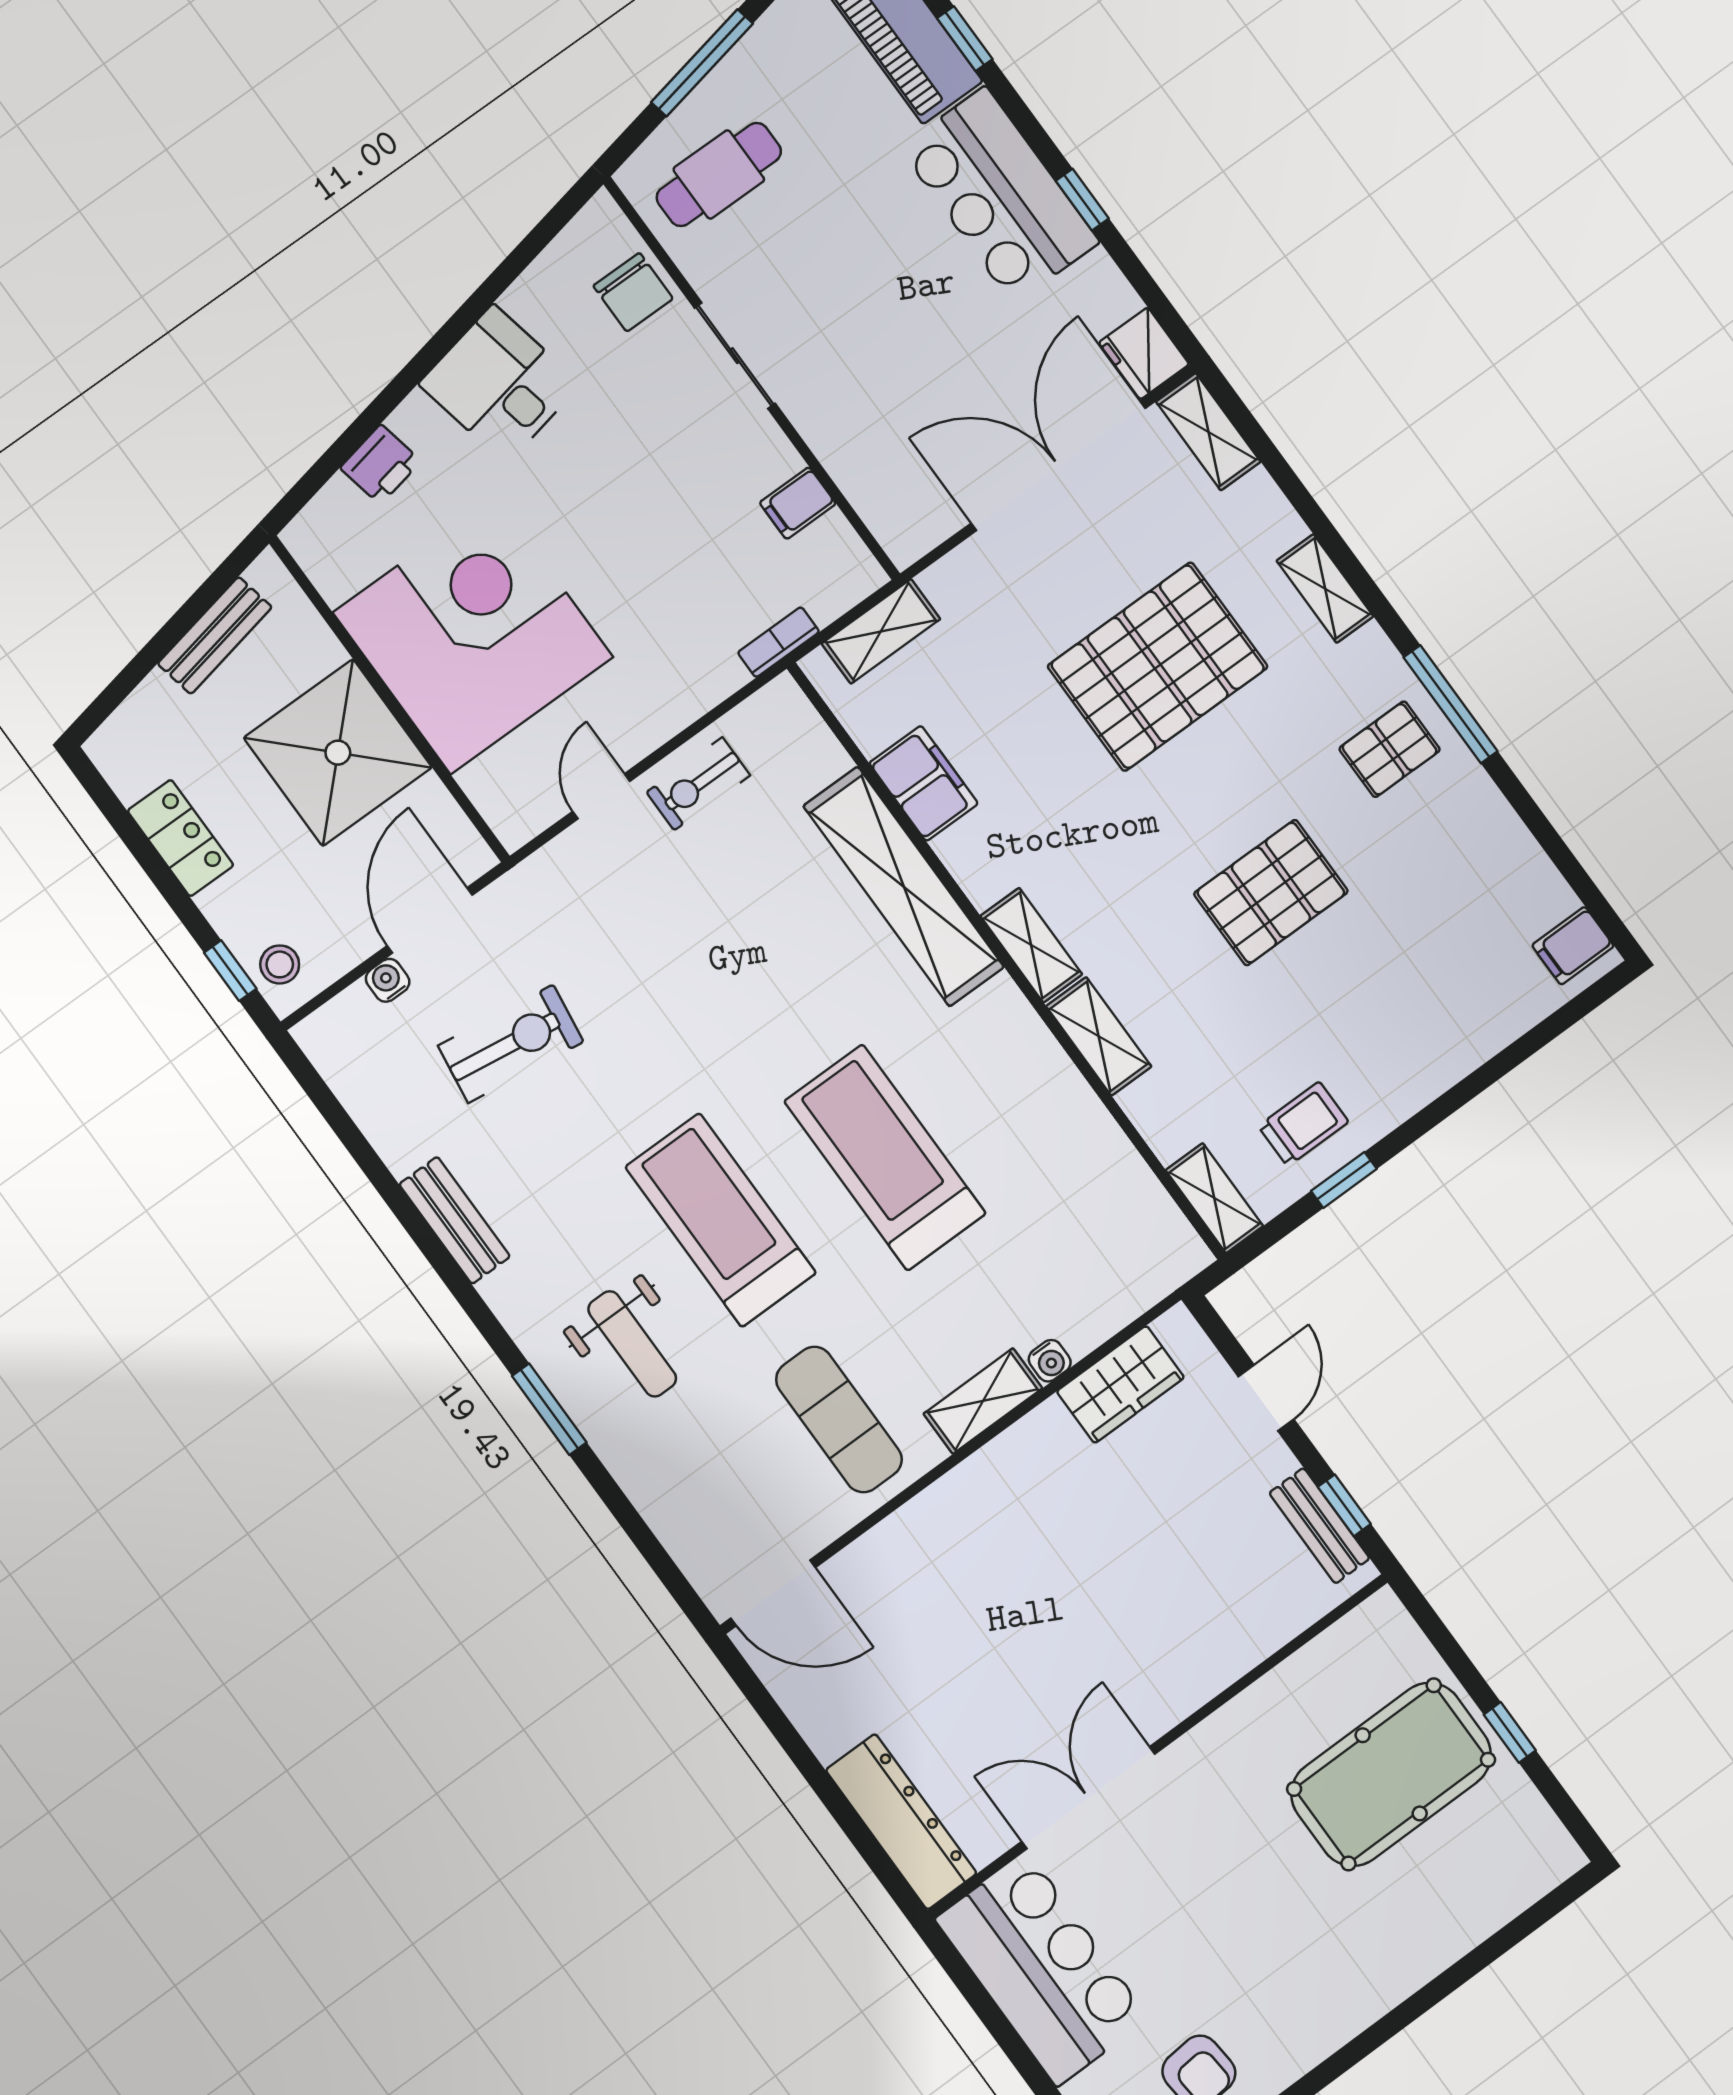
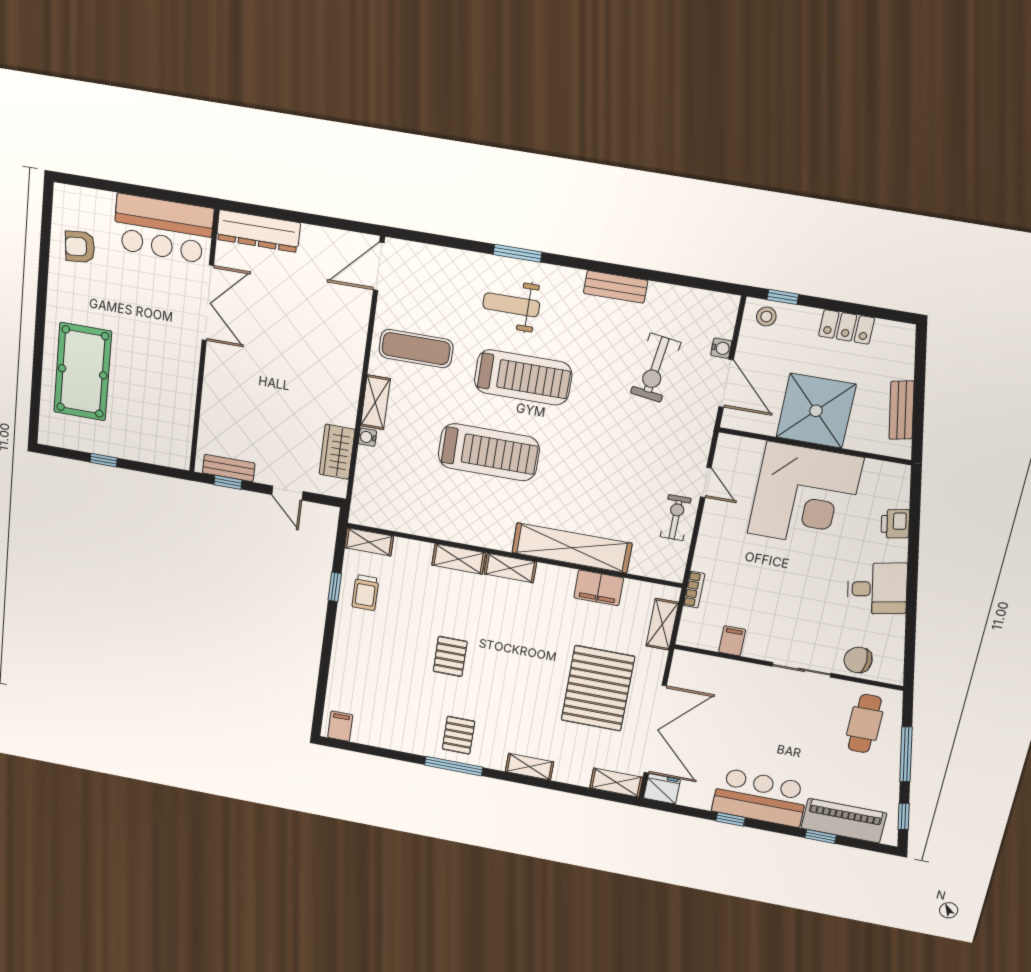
pallet: (1158, 667) -> (598, 688), moved
pallet: (1271, 893) -> (450, 656), width x0.67, depth x0.71
pool table: (1391, 1774) -> (83, 372), moved

